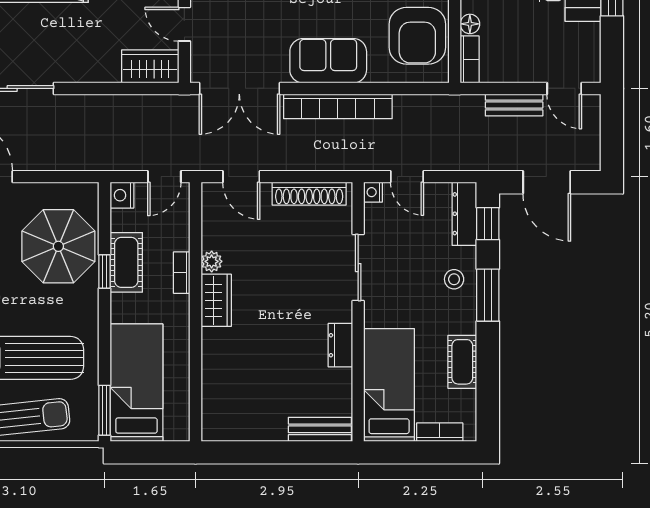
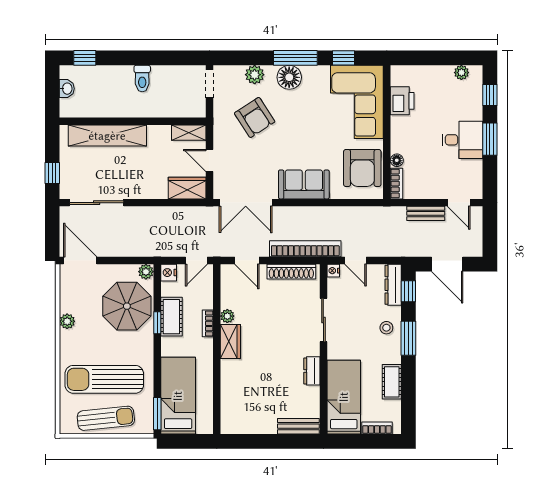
bookcase: (338, 106) -> (305, 249), moved, turned 180
plant: (87, 194) -> (146, 272), added

